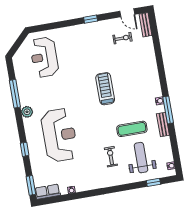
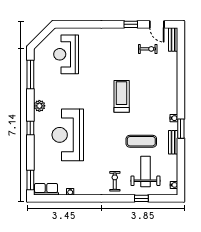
window: (91, 19) -> (131, 24), moved
window: (15, 94) -> (30, 75), moved
window: (168, 110) -> (181, 129), width x0.69
reception desk: (59, 135) -> (68, 135), turned 180
window: (25, 149) -> (30, 128), moved
exercise bike: (111, 157) -> (115, 181), moved
window: (153, 182) -> (141, 198), moved

